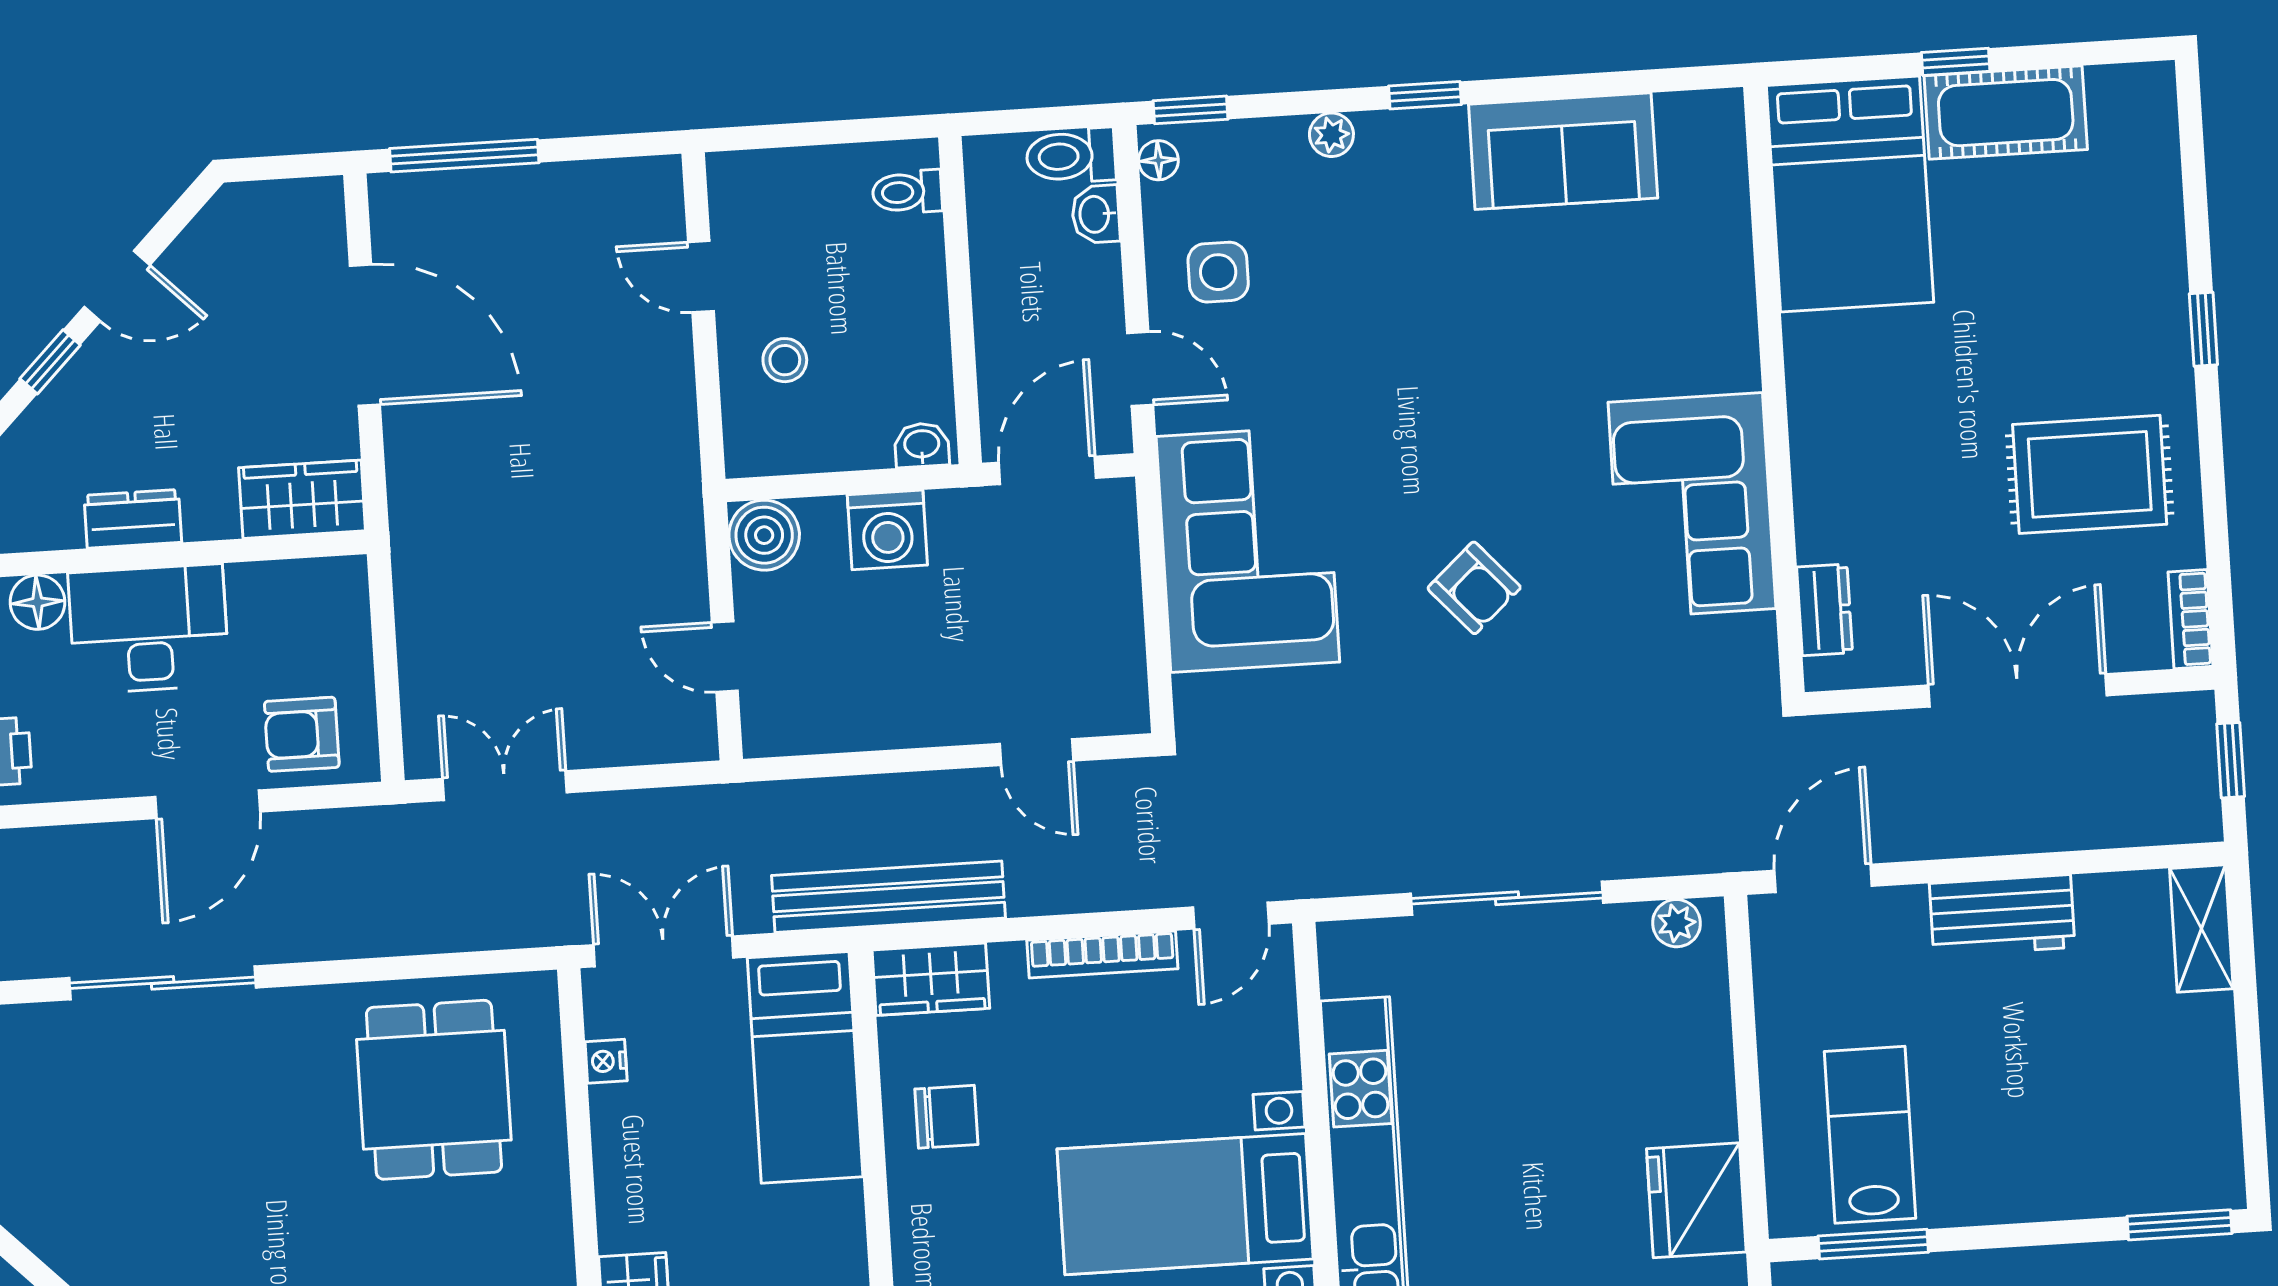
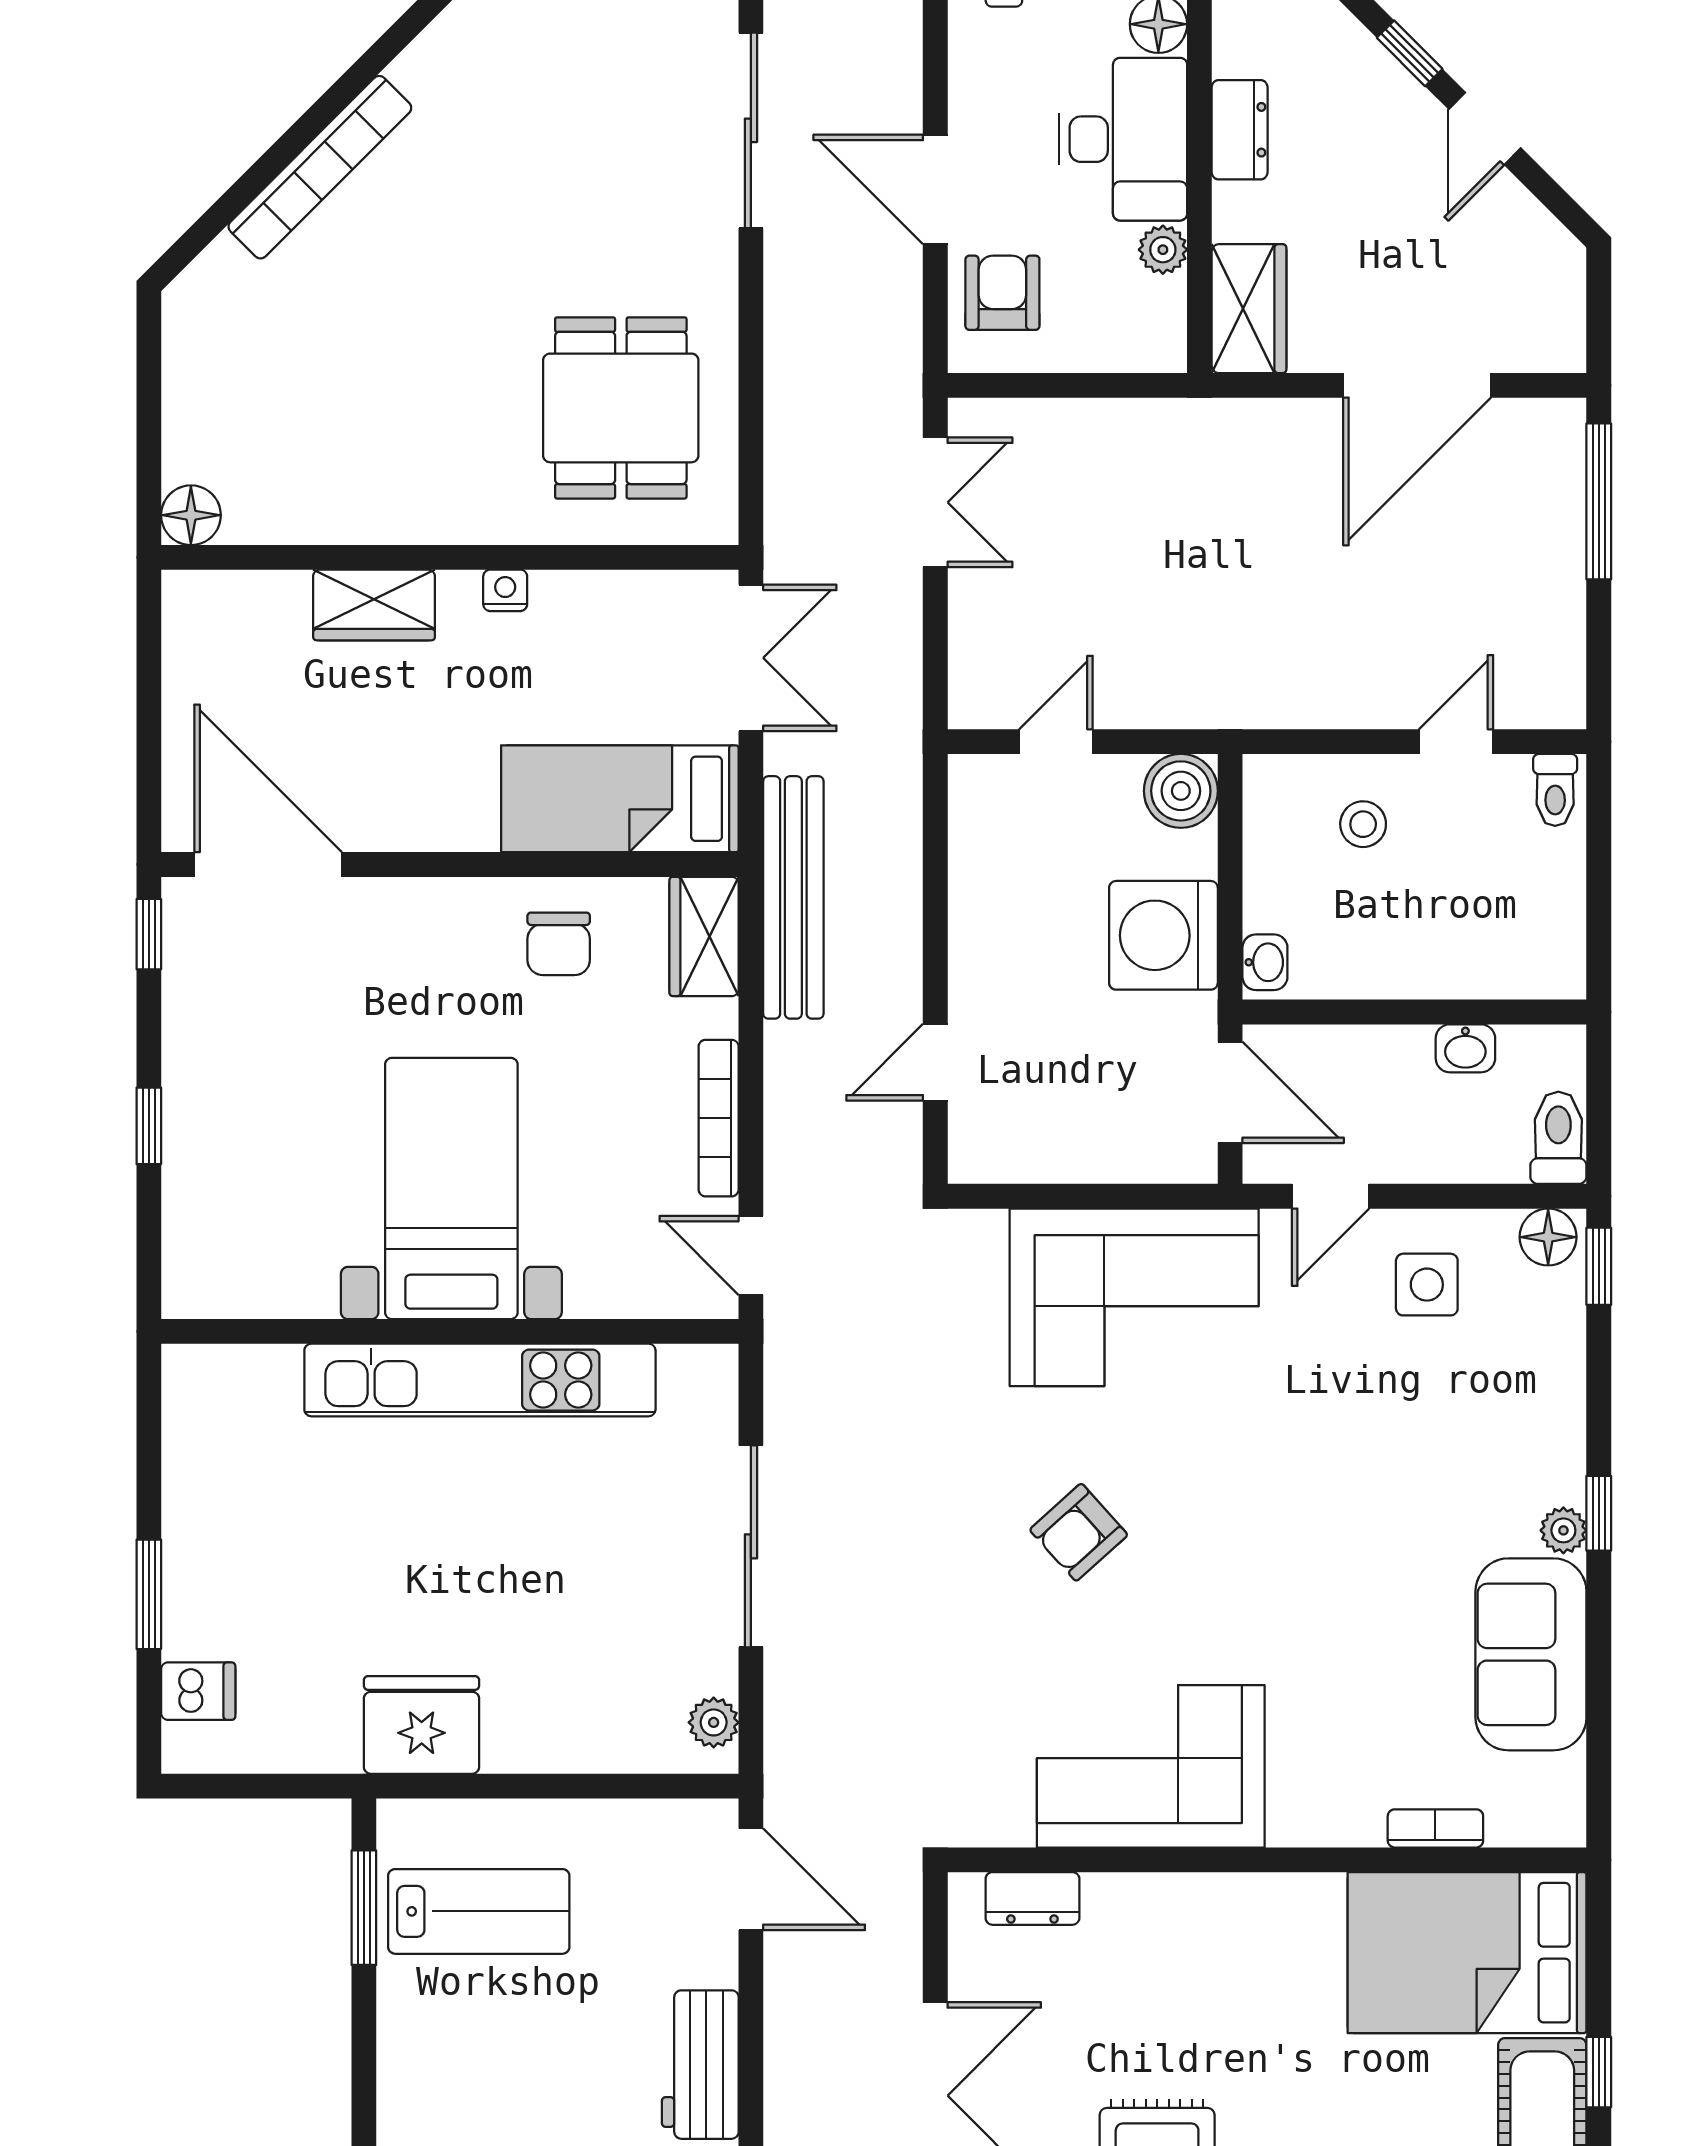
plant: (1331, 135) -> (1563, 1530), moved
floor lamp: (1158, 160) -> (1548, 1237), width x1.37, depth x1.37
toilet: (907, 192) -> (1555, 790), moved, turned 180
washbasin: (1096, 214) -> (1465, 1048), moved, turned 180
bookcase: (1734, 231) -> (1435, 1828), added
washing machine: (887, 530) -> (1163, 935), width x1.37, depth x1.37
plant: (251, 585) -> (1163, 250), added
nightstand: (606, 1061) -> (505, 590), moved
dining table: (434, 1090) -> (621, 408), turned 90

